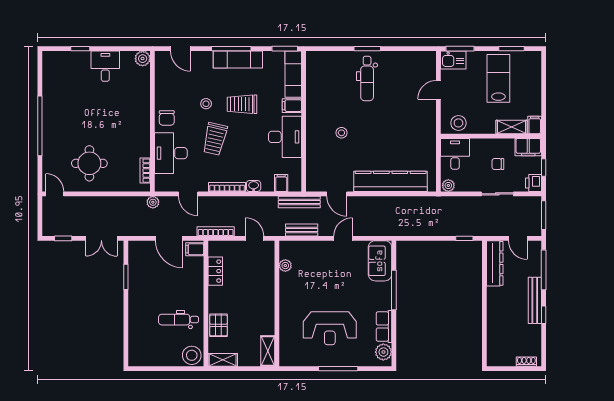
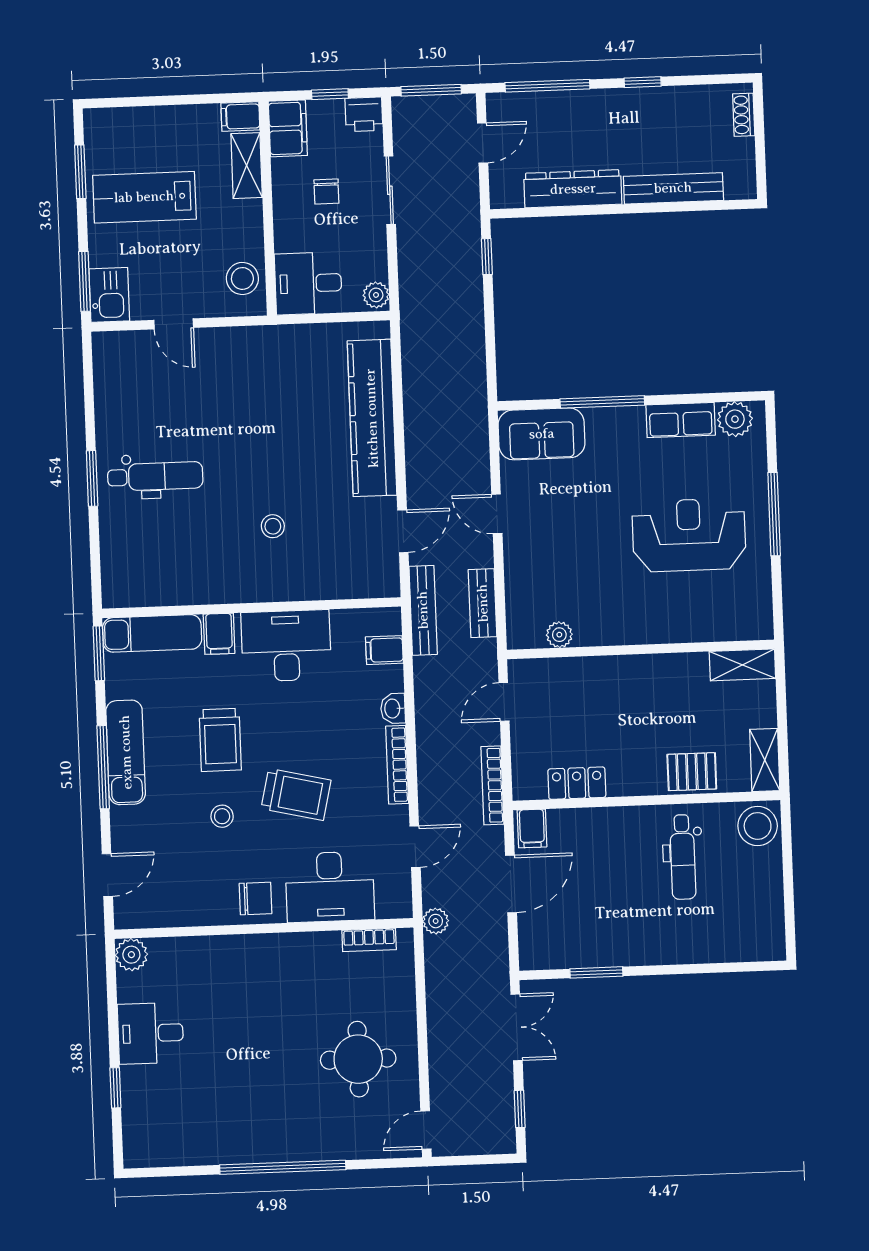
dresser: (495, 263) -> (573, 189), moved
bench: (535, 300) -> (673, 188), moved
reception desk: (330, 328) -> (689, 535), turned -90

